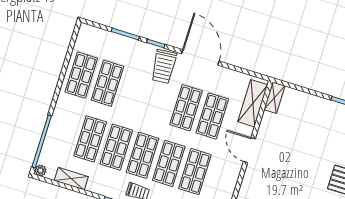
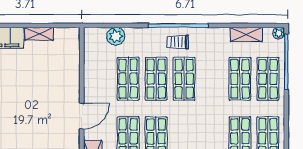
shop shelf: (116, 147) -> (268, 79), moved
door: (249, 150) -> (82, 116), hinge flipped

